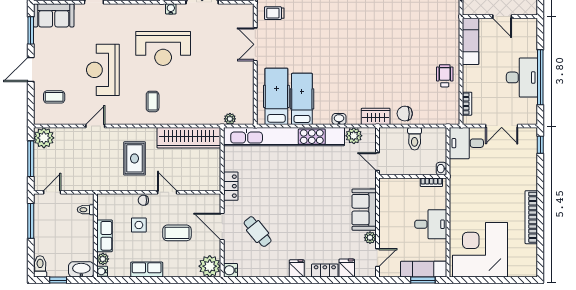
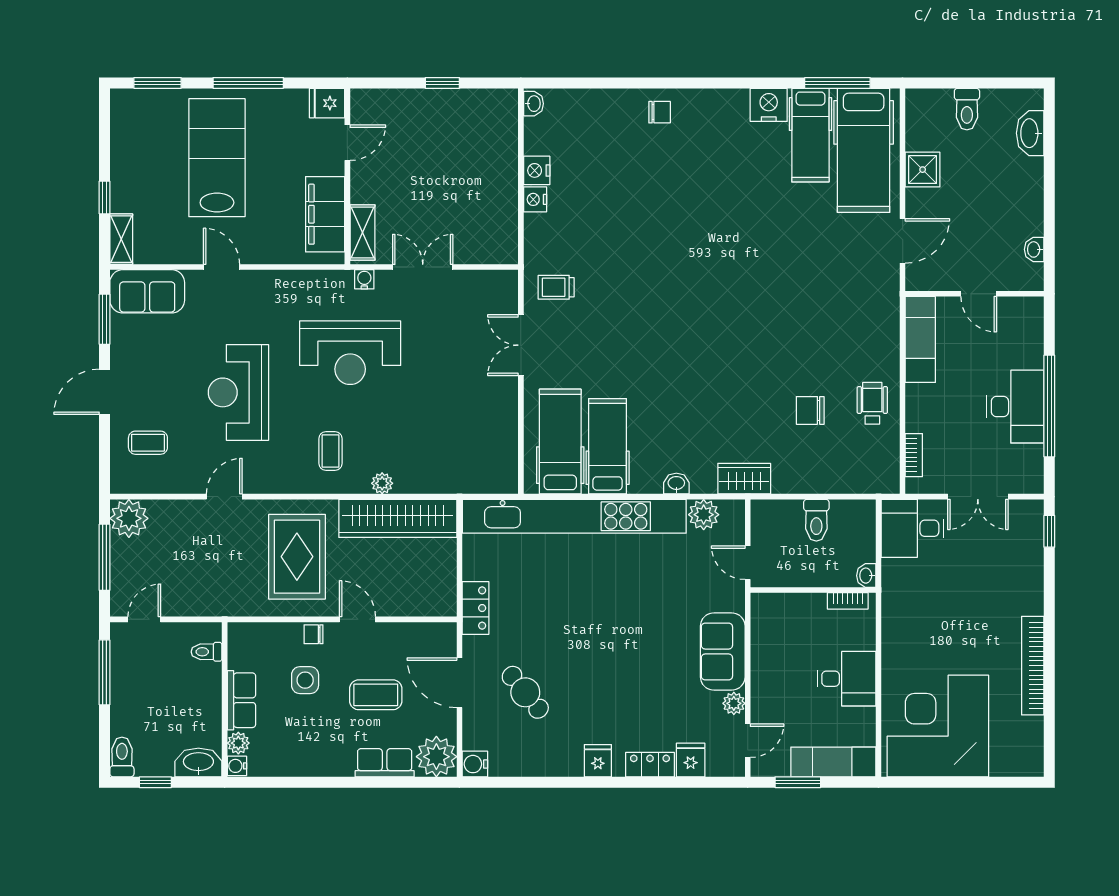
chair: (405, 114) -> (810, 410), moved
plant: (230, 119) -> (382, 483), moved
rug: (134, 158) -> (297, 557), width x1.36, depth x1.43
row of seats: (147, 270) -> (385, 763), moved
window: (423, 280) -> (798, 782), moved

